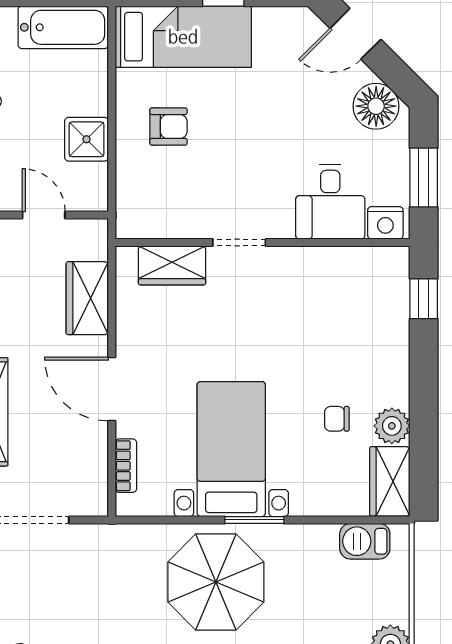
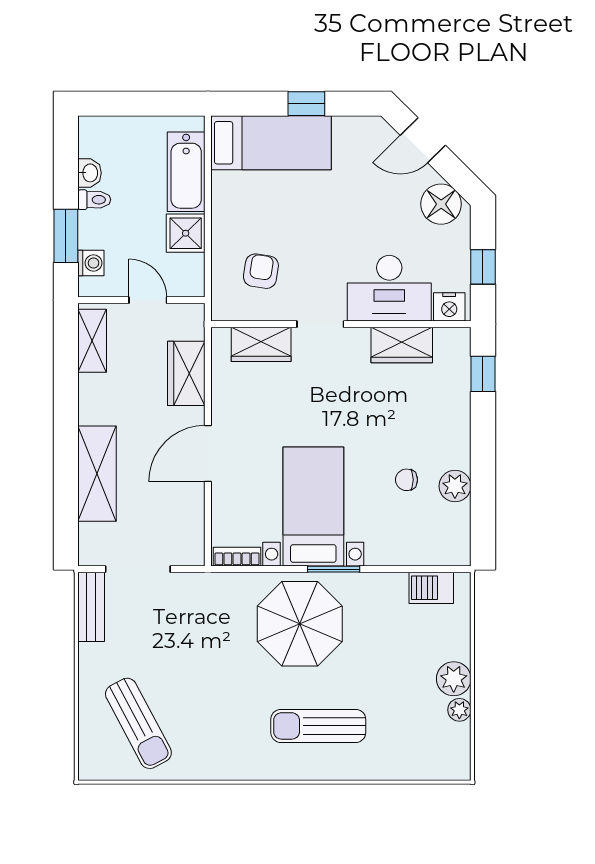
bathtub: (63, 27) -> (186, 172), moved, turned 90
armchair: (168, 126) -> (261, 271), moved, turned -81
window: (424, 178) -> (483, 267), width x0.67
desk: (330, 202) -> (389, 288), width x1.37
door: (112, 389) -> (208, 454), hinge flipped
bookcase: (126, 466) -> (237, 557), moved, turned -90
wardrobe: (390, 481) -> (402, 345), moved, turned -90

